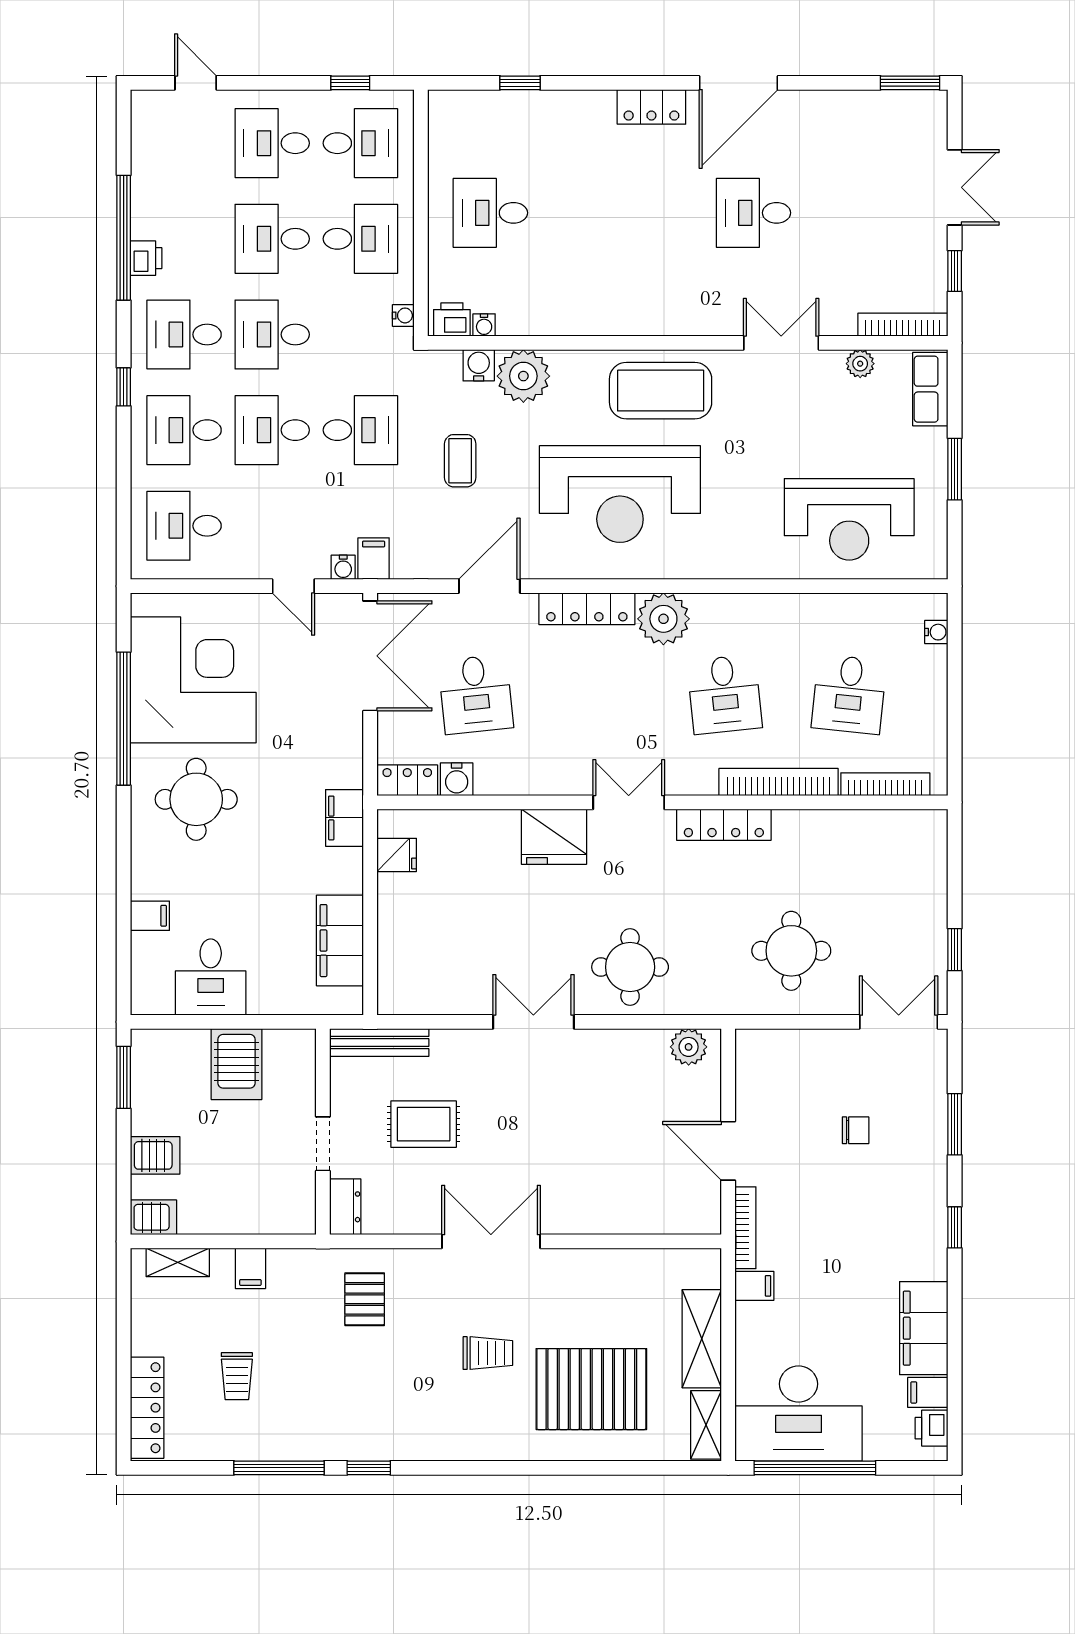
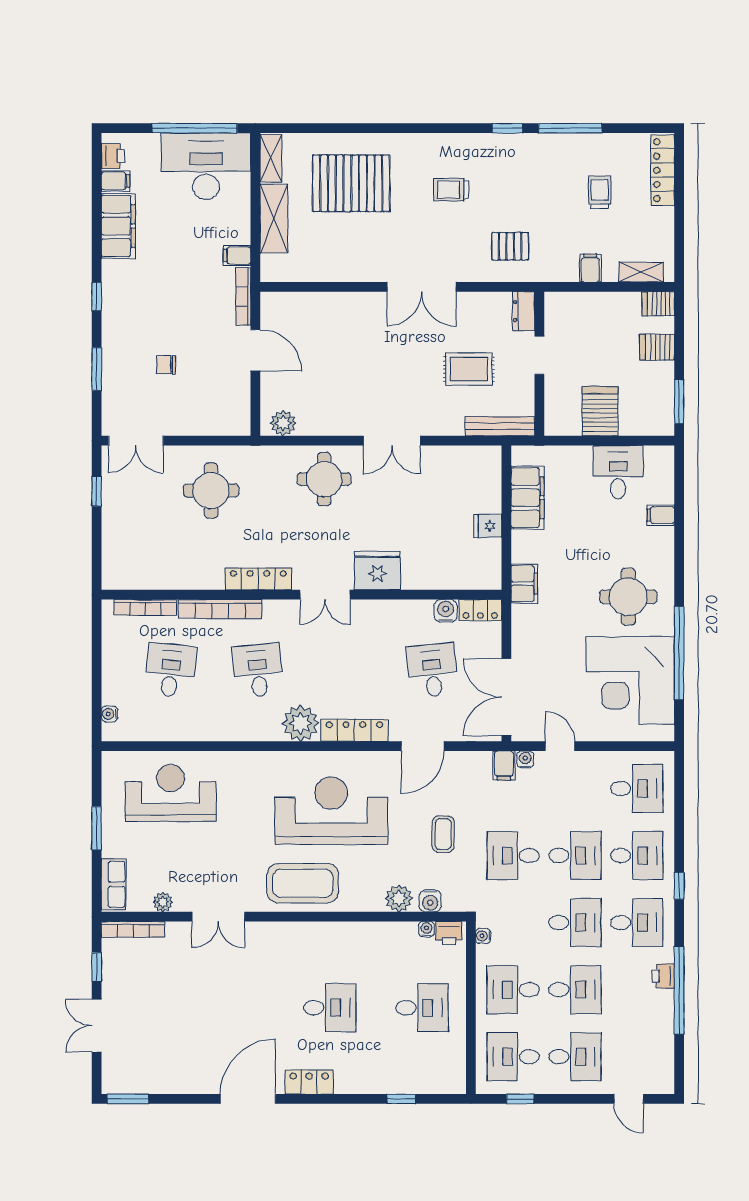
desk: (753, 213) -> (330, 1008), moved
plant: (523, 376) -> (399, 898), width x0.73, depth x0.73
fridge: (397, 855) -> (488, 526), moved
pallet: (365, 1299) -> (510, 246), turned 90
trolley: (488, 1353) -> (451, 190), moved

